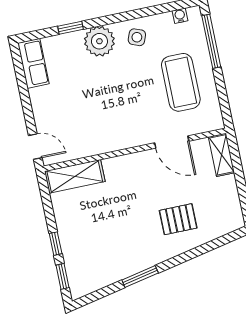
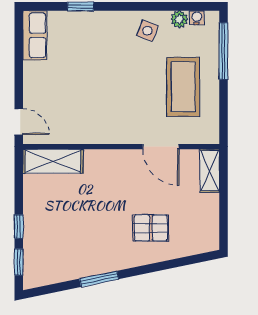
plant: (99, 41) -> (179, 19), moved, width x0.53, depth x0.53

